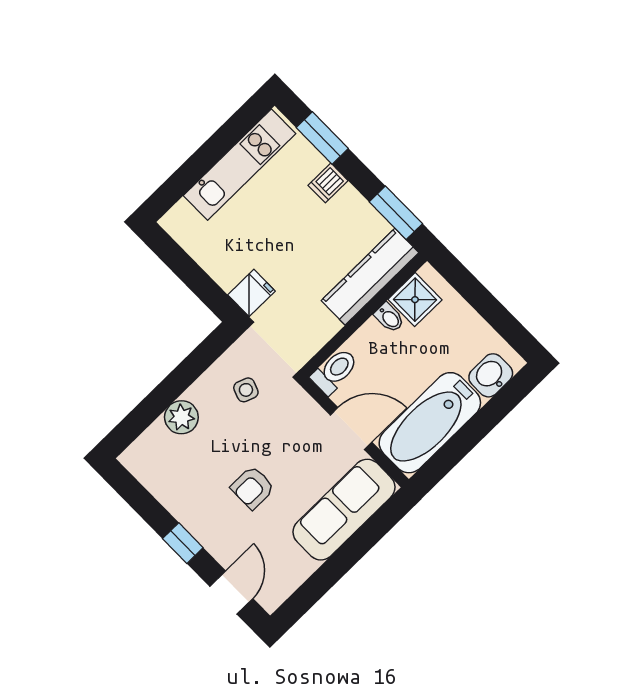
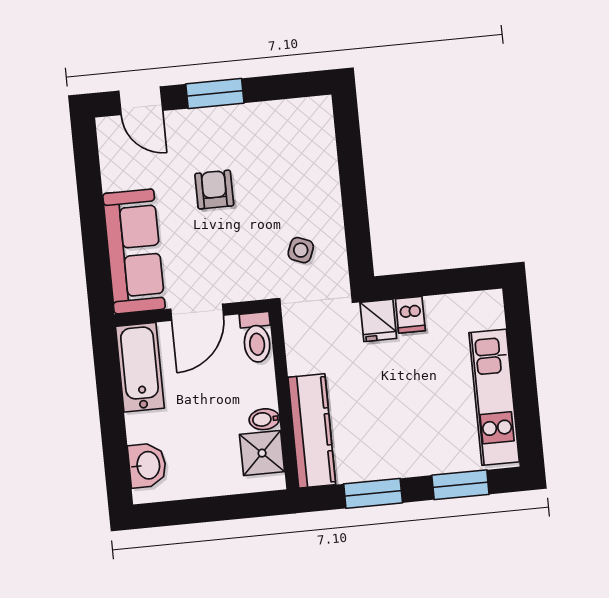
dishwasher: (328, 183) -> (410, 315), moved, turned 180
window: (396, 213) -> (373, 493), moved
plant: (181, 417) -> (321, 177), removed
bathtub: (430, 423) -> (140, 367), width x0.73, depth x0.73
window: (183, 543) -> (215, 93), width x1.50

